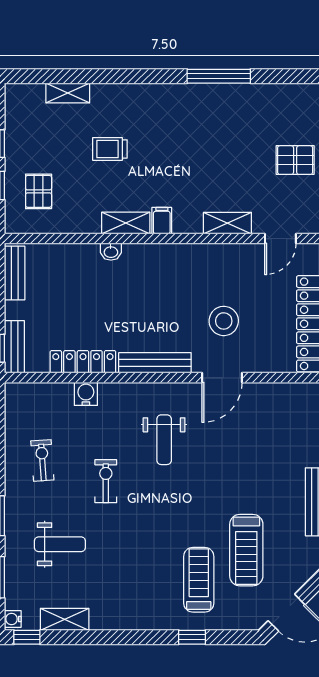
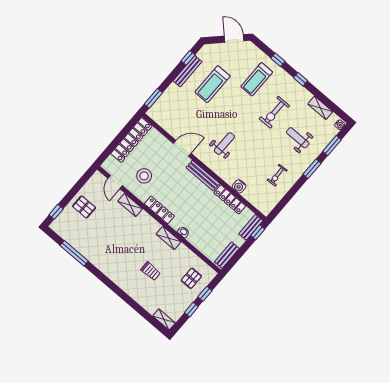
window: (219, 76) -> (74, 253), moved
shelving: (68, 93) -> (164, 319), moved
filing cabinet: (162, 221) -> (154, 227), removed
door: (280, 239) -> (115, 182), swing flipped
locker: (177, 254) -> (159, 210), added
stool: (224, 321) -> (144, 176), moved
exercise bike: (106, 481) -> (274, 112), moved, width x1.38, depth x1.39
treadmill: (246, 550) -> (213, 84), moved, turned 180
window: (27, 637) -> (301, 79), moved

